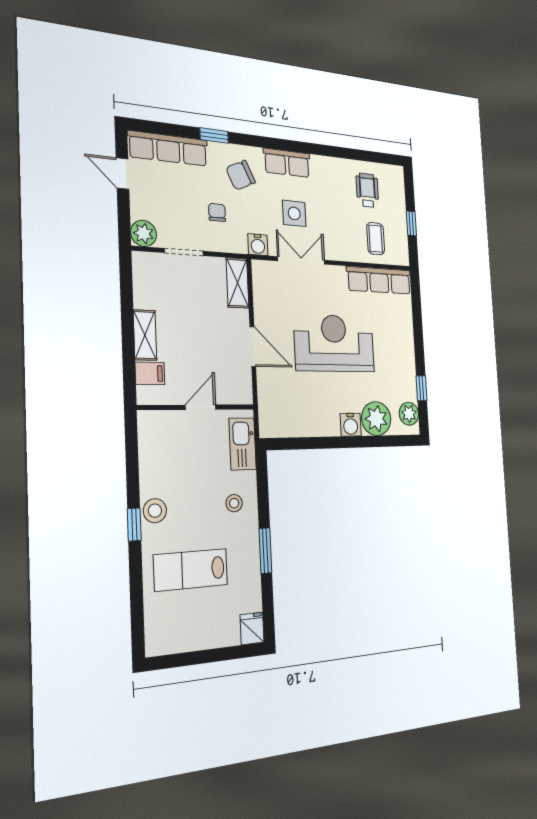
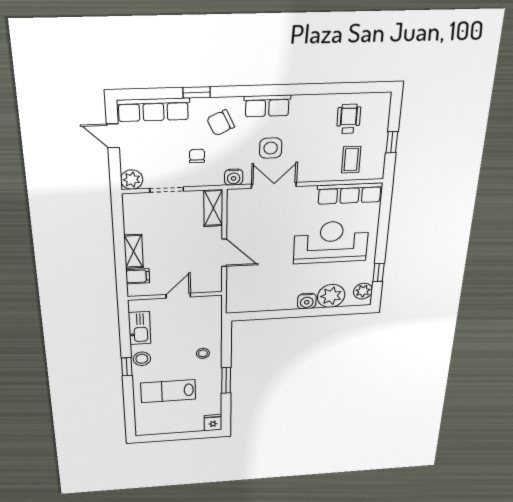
reception desk: (334, 343) -> (331, 242), moved
kitchen sink: (243, 444) -> (140, 328), moved, turned 180

